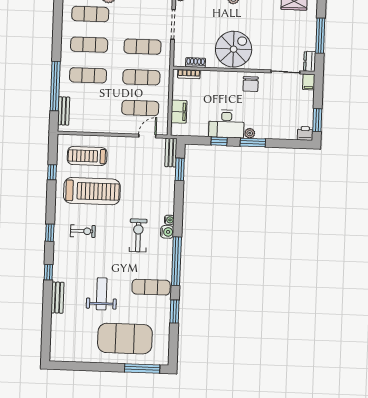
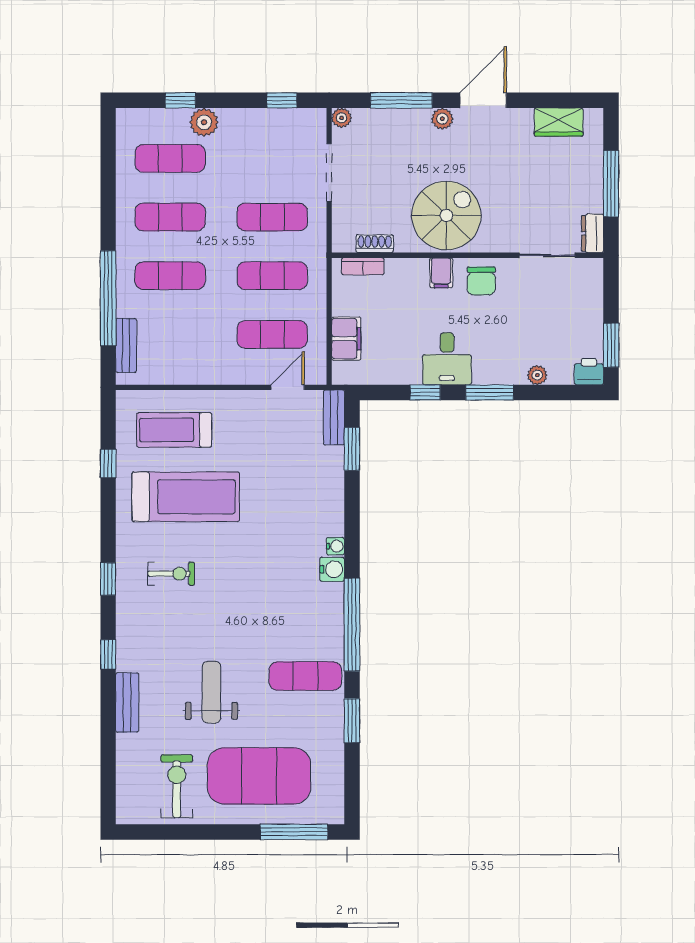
filing cabinet: (309, 82) -> (441, 273), moved
desk: (226, 124) -> (447, 359), width x0.73
plant: (250, 133) -> (537, 375), moved
exercise bike: (138, 235) -> (177, 786), moved

